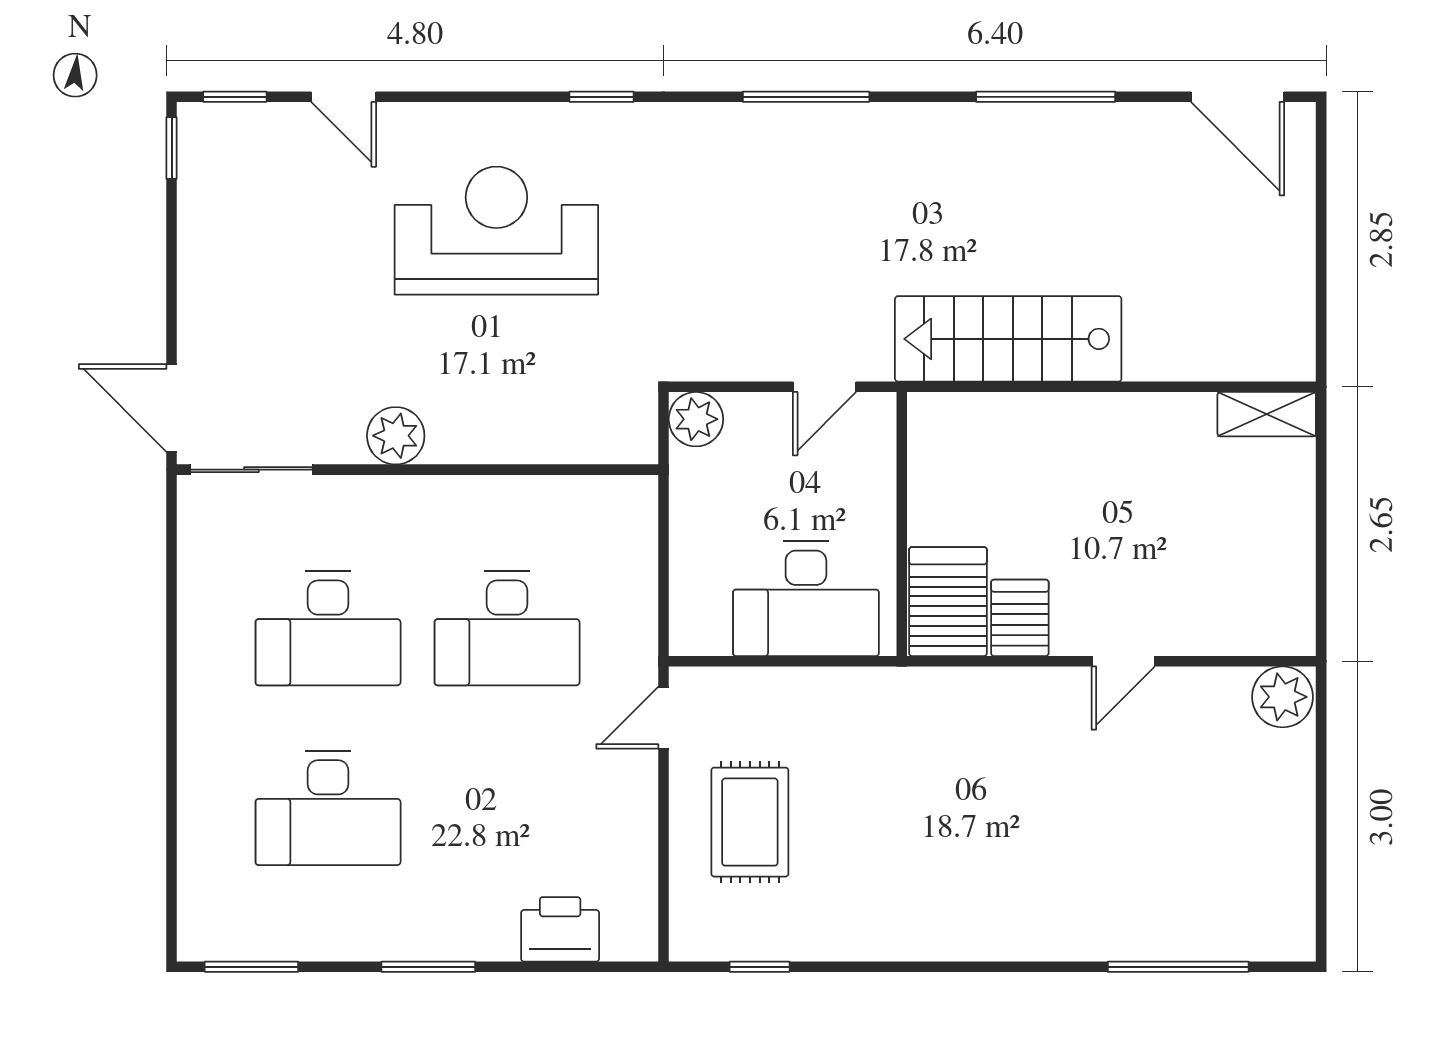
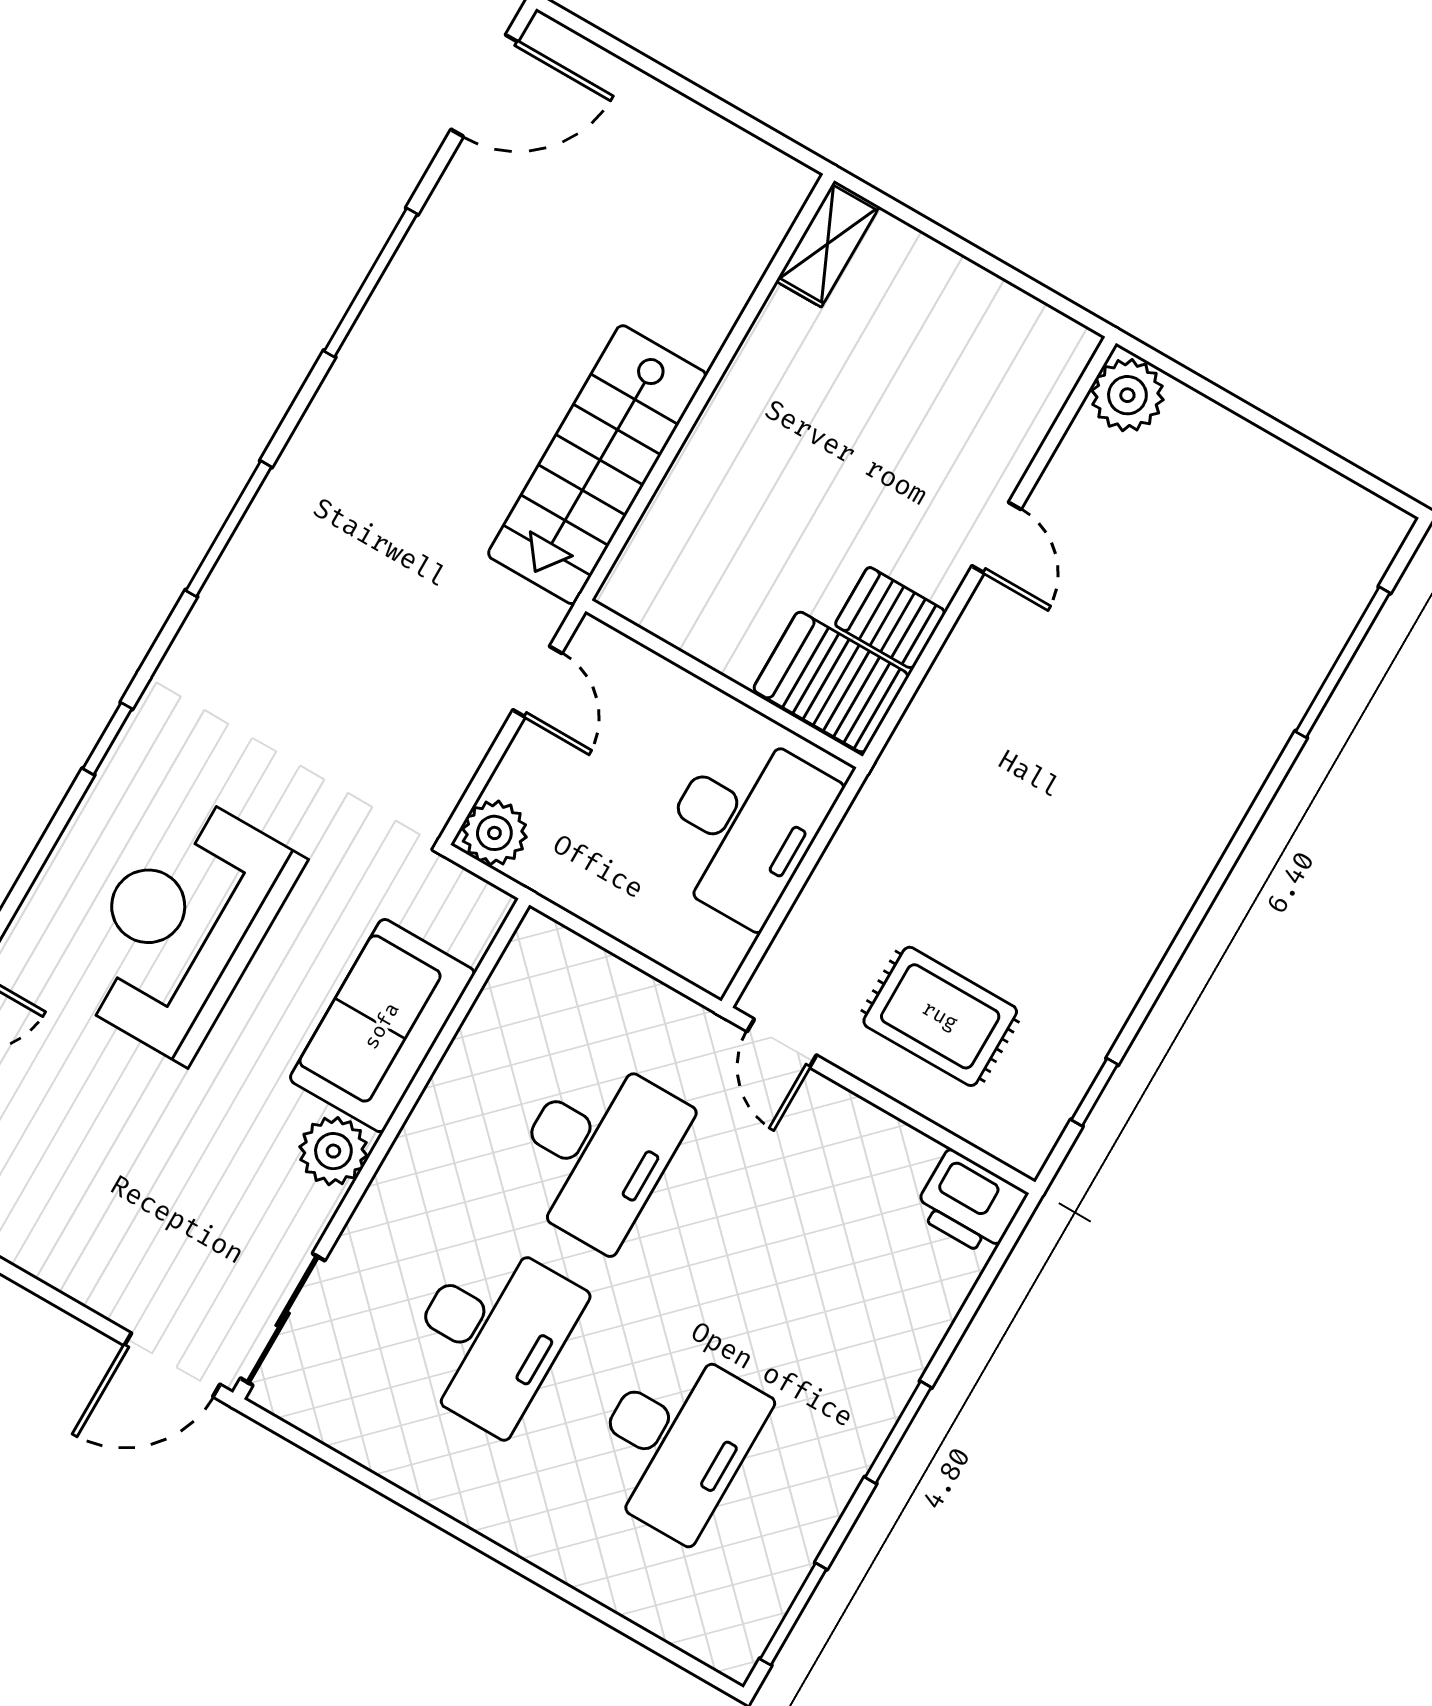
sofa: (508, 419) -> (382, 1026), added
printer: (560, 929) -> (970, 1203), moved, turned -90

